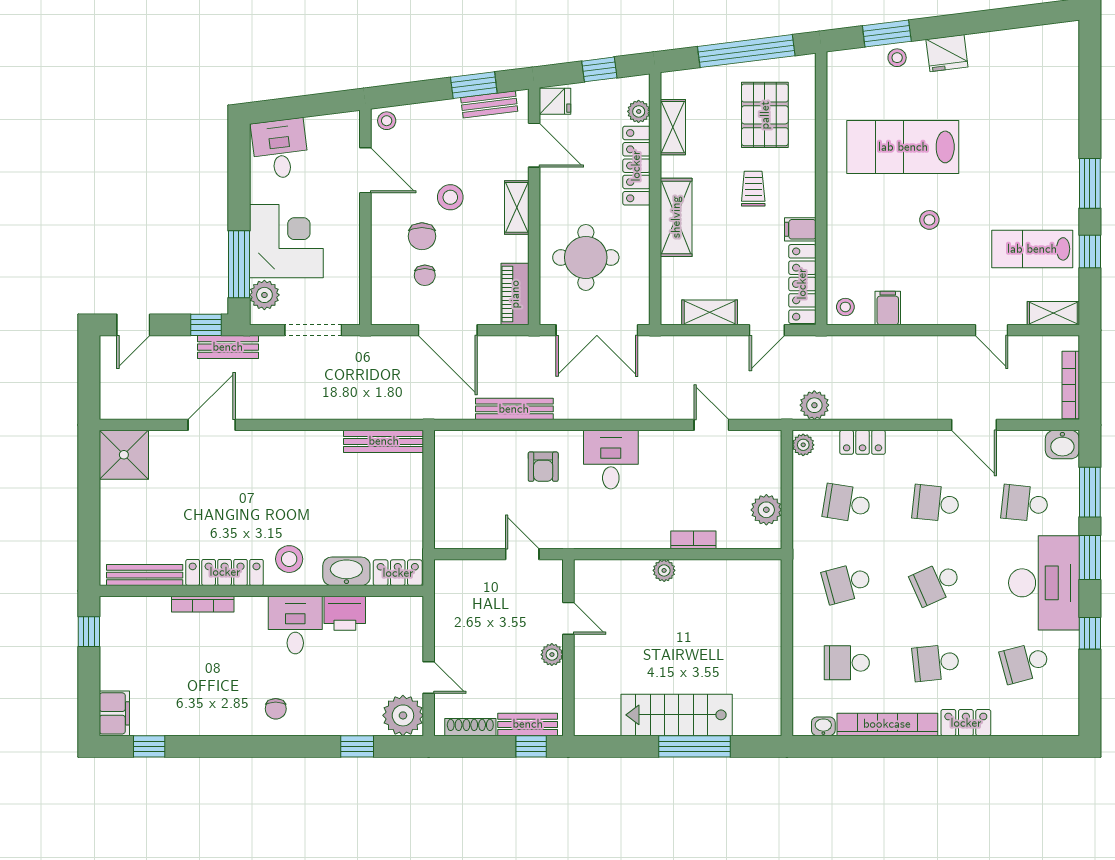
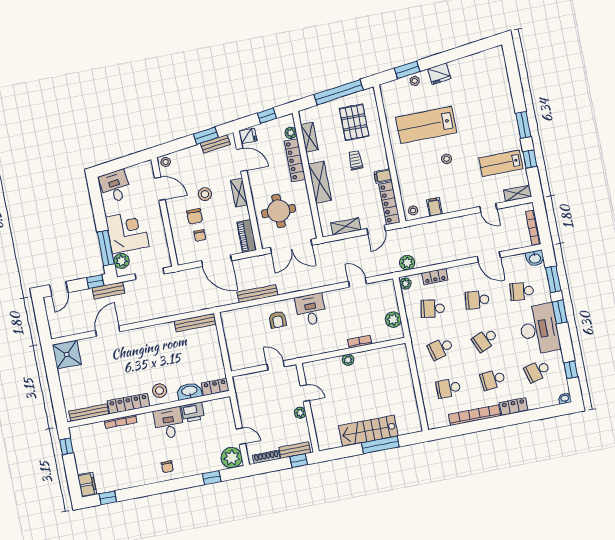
window: (1090, 633) -> (571, 370), moved
washbasin: (823, 726) -> (565, 399), moved

